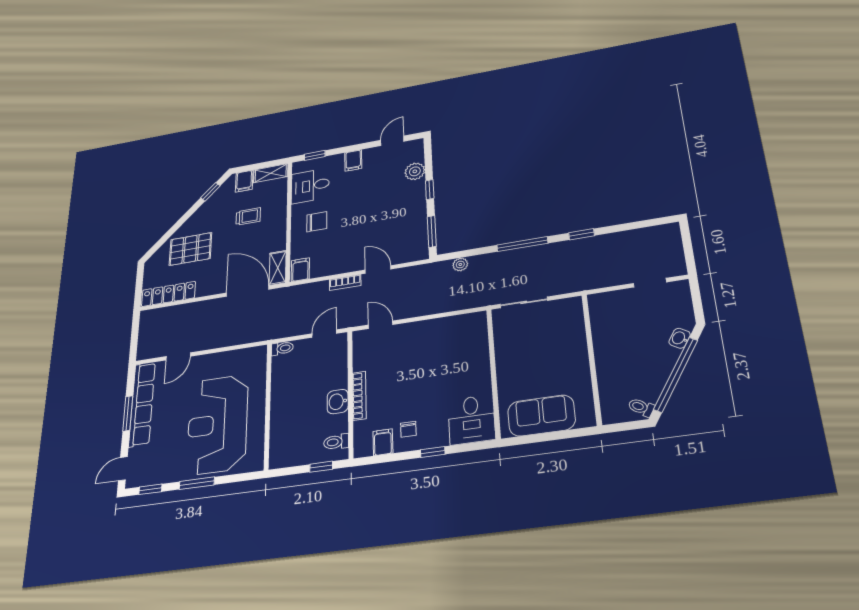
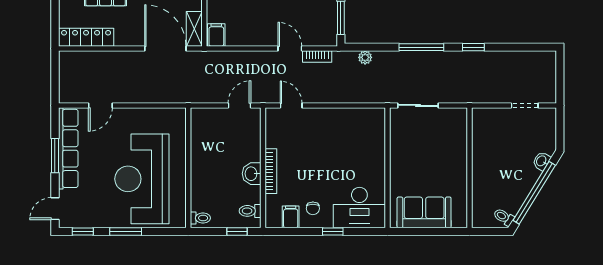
bookcase: (345, 282) -> (317, 56), moved
toilet: (282, 348) -> (200, 218), moved
desk: (471, 420) -> (359, 208), width x1.37

